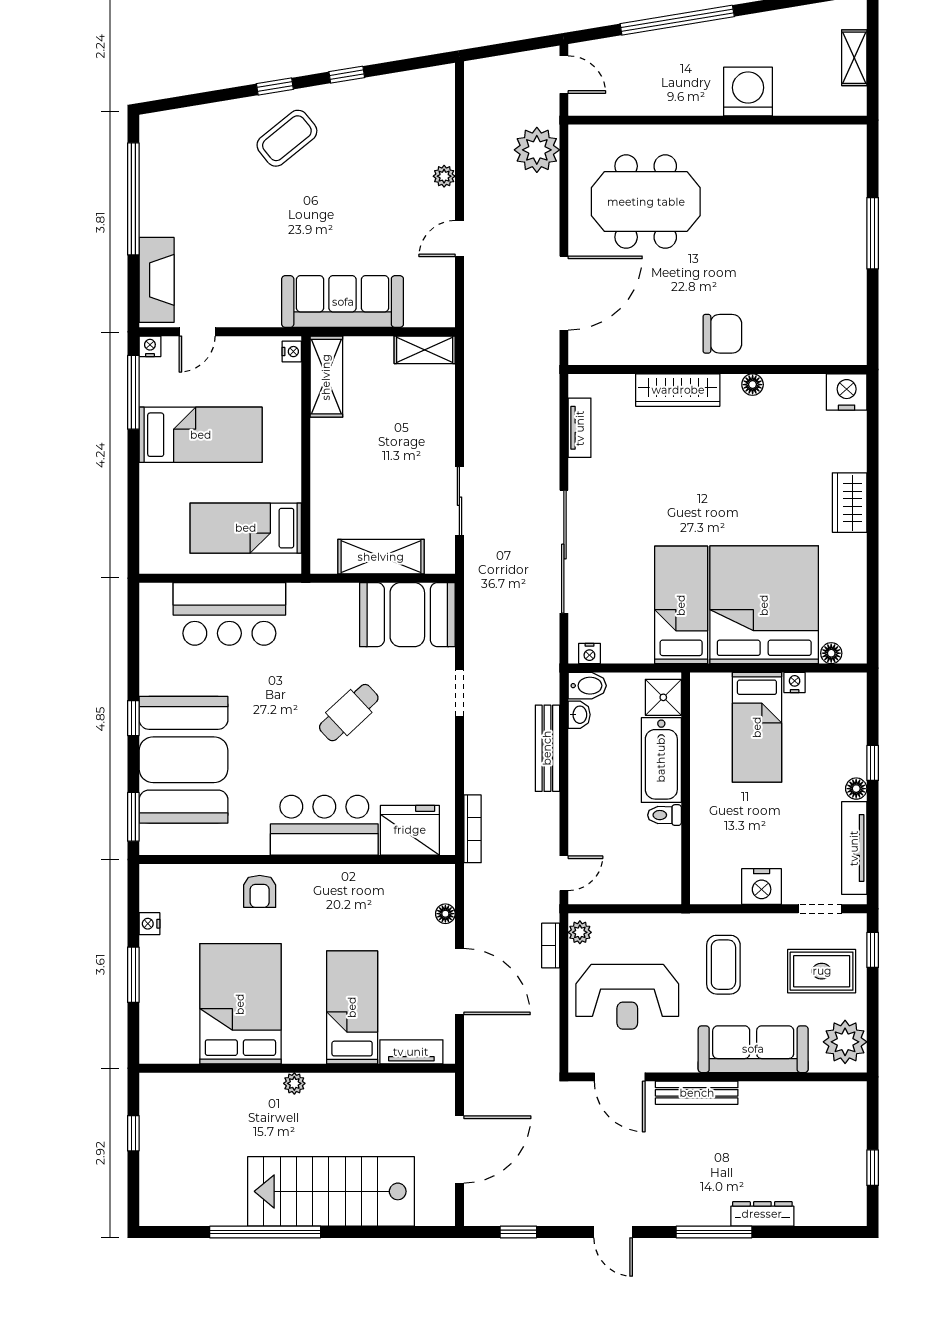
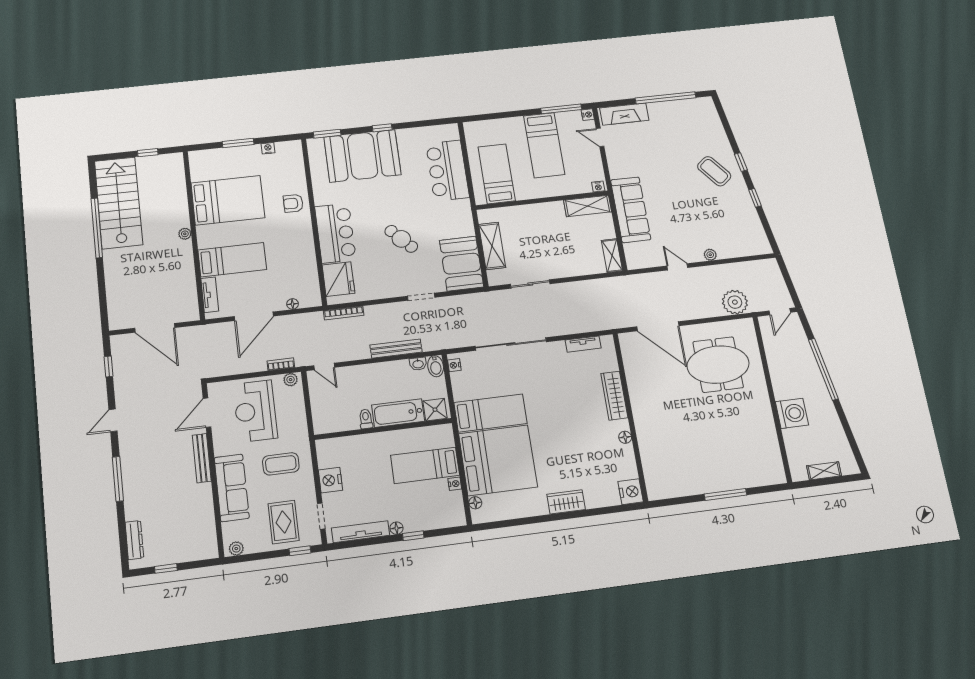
meeting table: (646, 202) -> (718, 365), turned 90
chair: (722, 334) -> (651, 417), removed
plant: (845, 1042) -> (236, 549), width x0.53, depth x0.53
stairs: (331, 1191) -> (118, 203), moved
dresser: (762, 1214) -> (134, 540), moved

